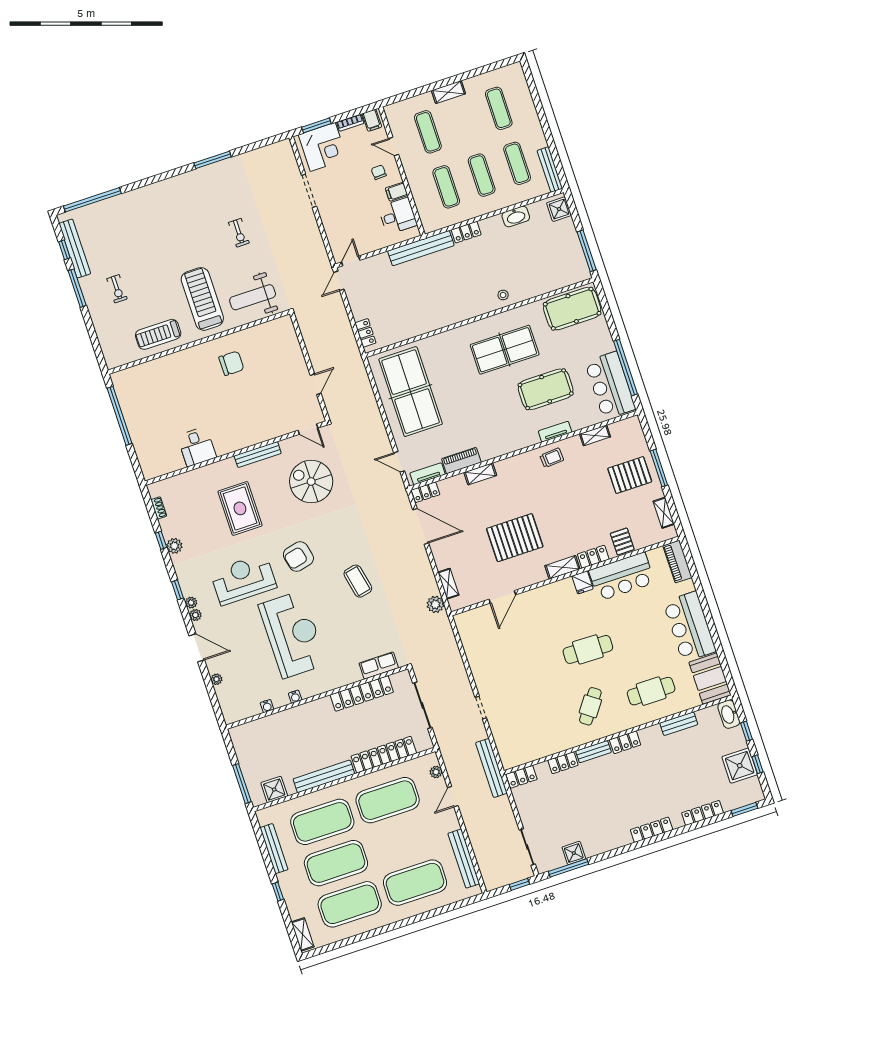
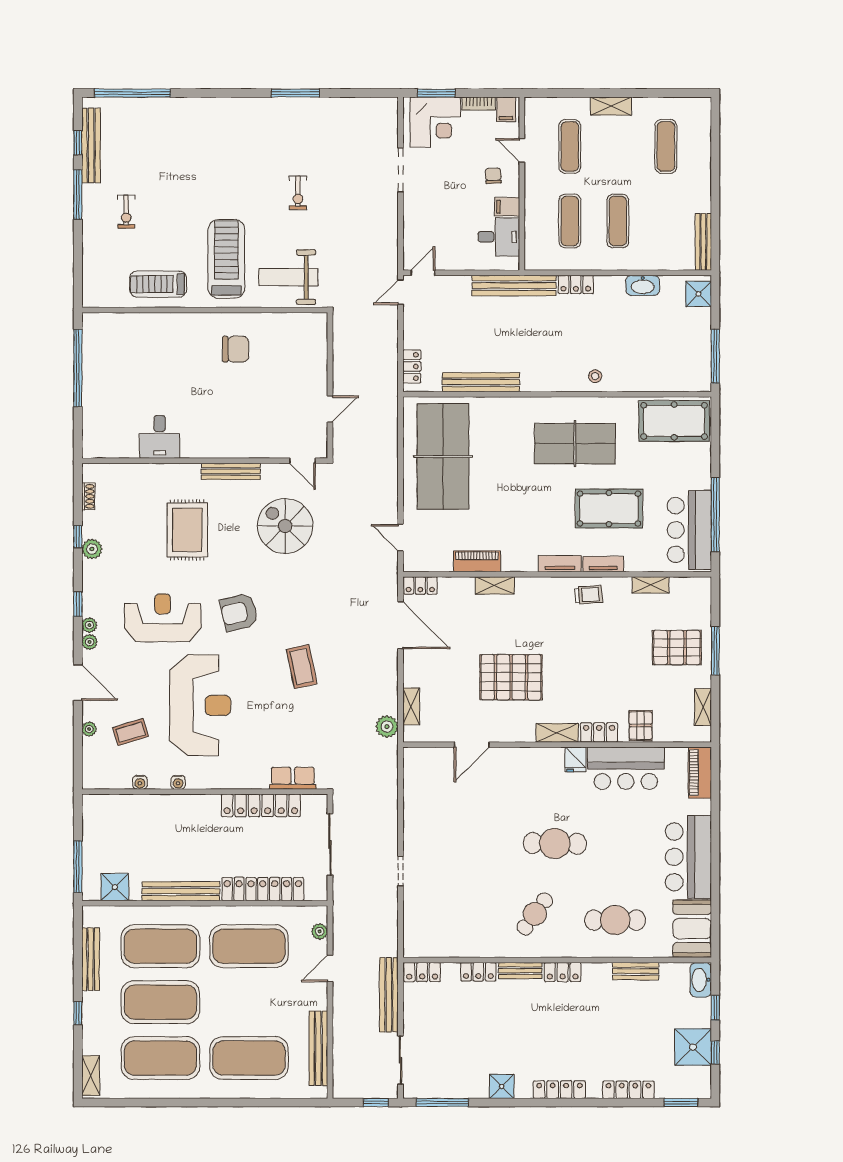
exercise mat: (517, 163) -> (666, 221), removed
bench: (420, 328) -> (481, 382), added
tv unit: (428, 474) -> (560, 564), moved
coffee table: (248, 671) -> (131, 732), added
bench: (491, 768) -> (389, 995), moved
shower: (574, 853) -> (502, 1086), moved

